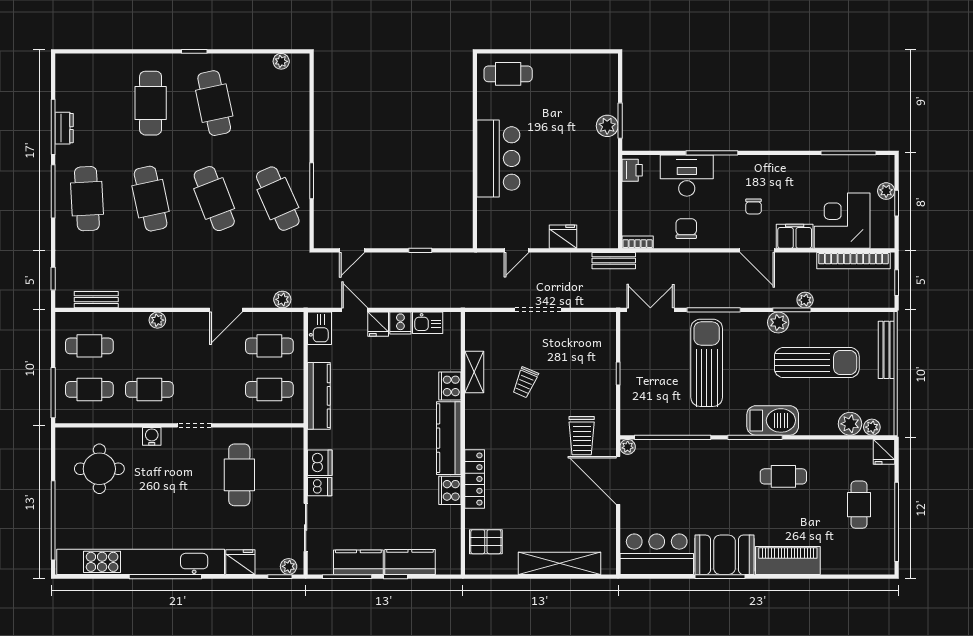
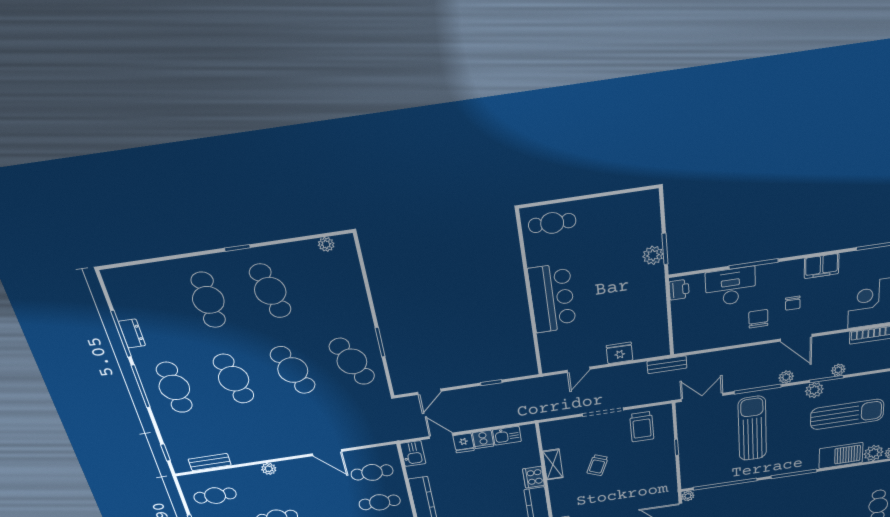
chair: (686, 229) -> (758, 319), moved
filing cabinet: (795, 236) -> (822, 266), moved, turned 180
bookcase: (638, 242) -> (688, 347), removed
plant: (282, 299) -> (786, 377), moved
door: (226, 310) -> (327, 453), hinge flipped
barbecue: (773, 420) -> (841, 456), moved
trolley: (582, 436) -> (642, 427), moved
cafe table: (783, 476) -> (817, 496), removed

